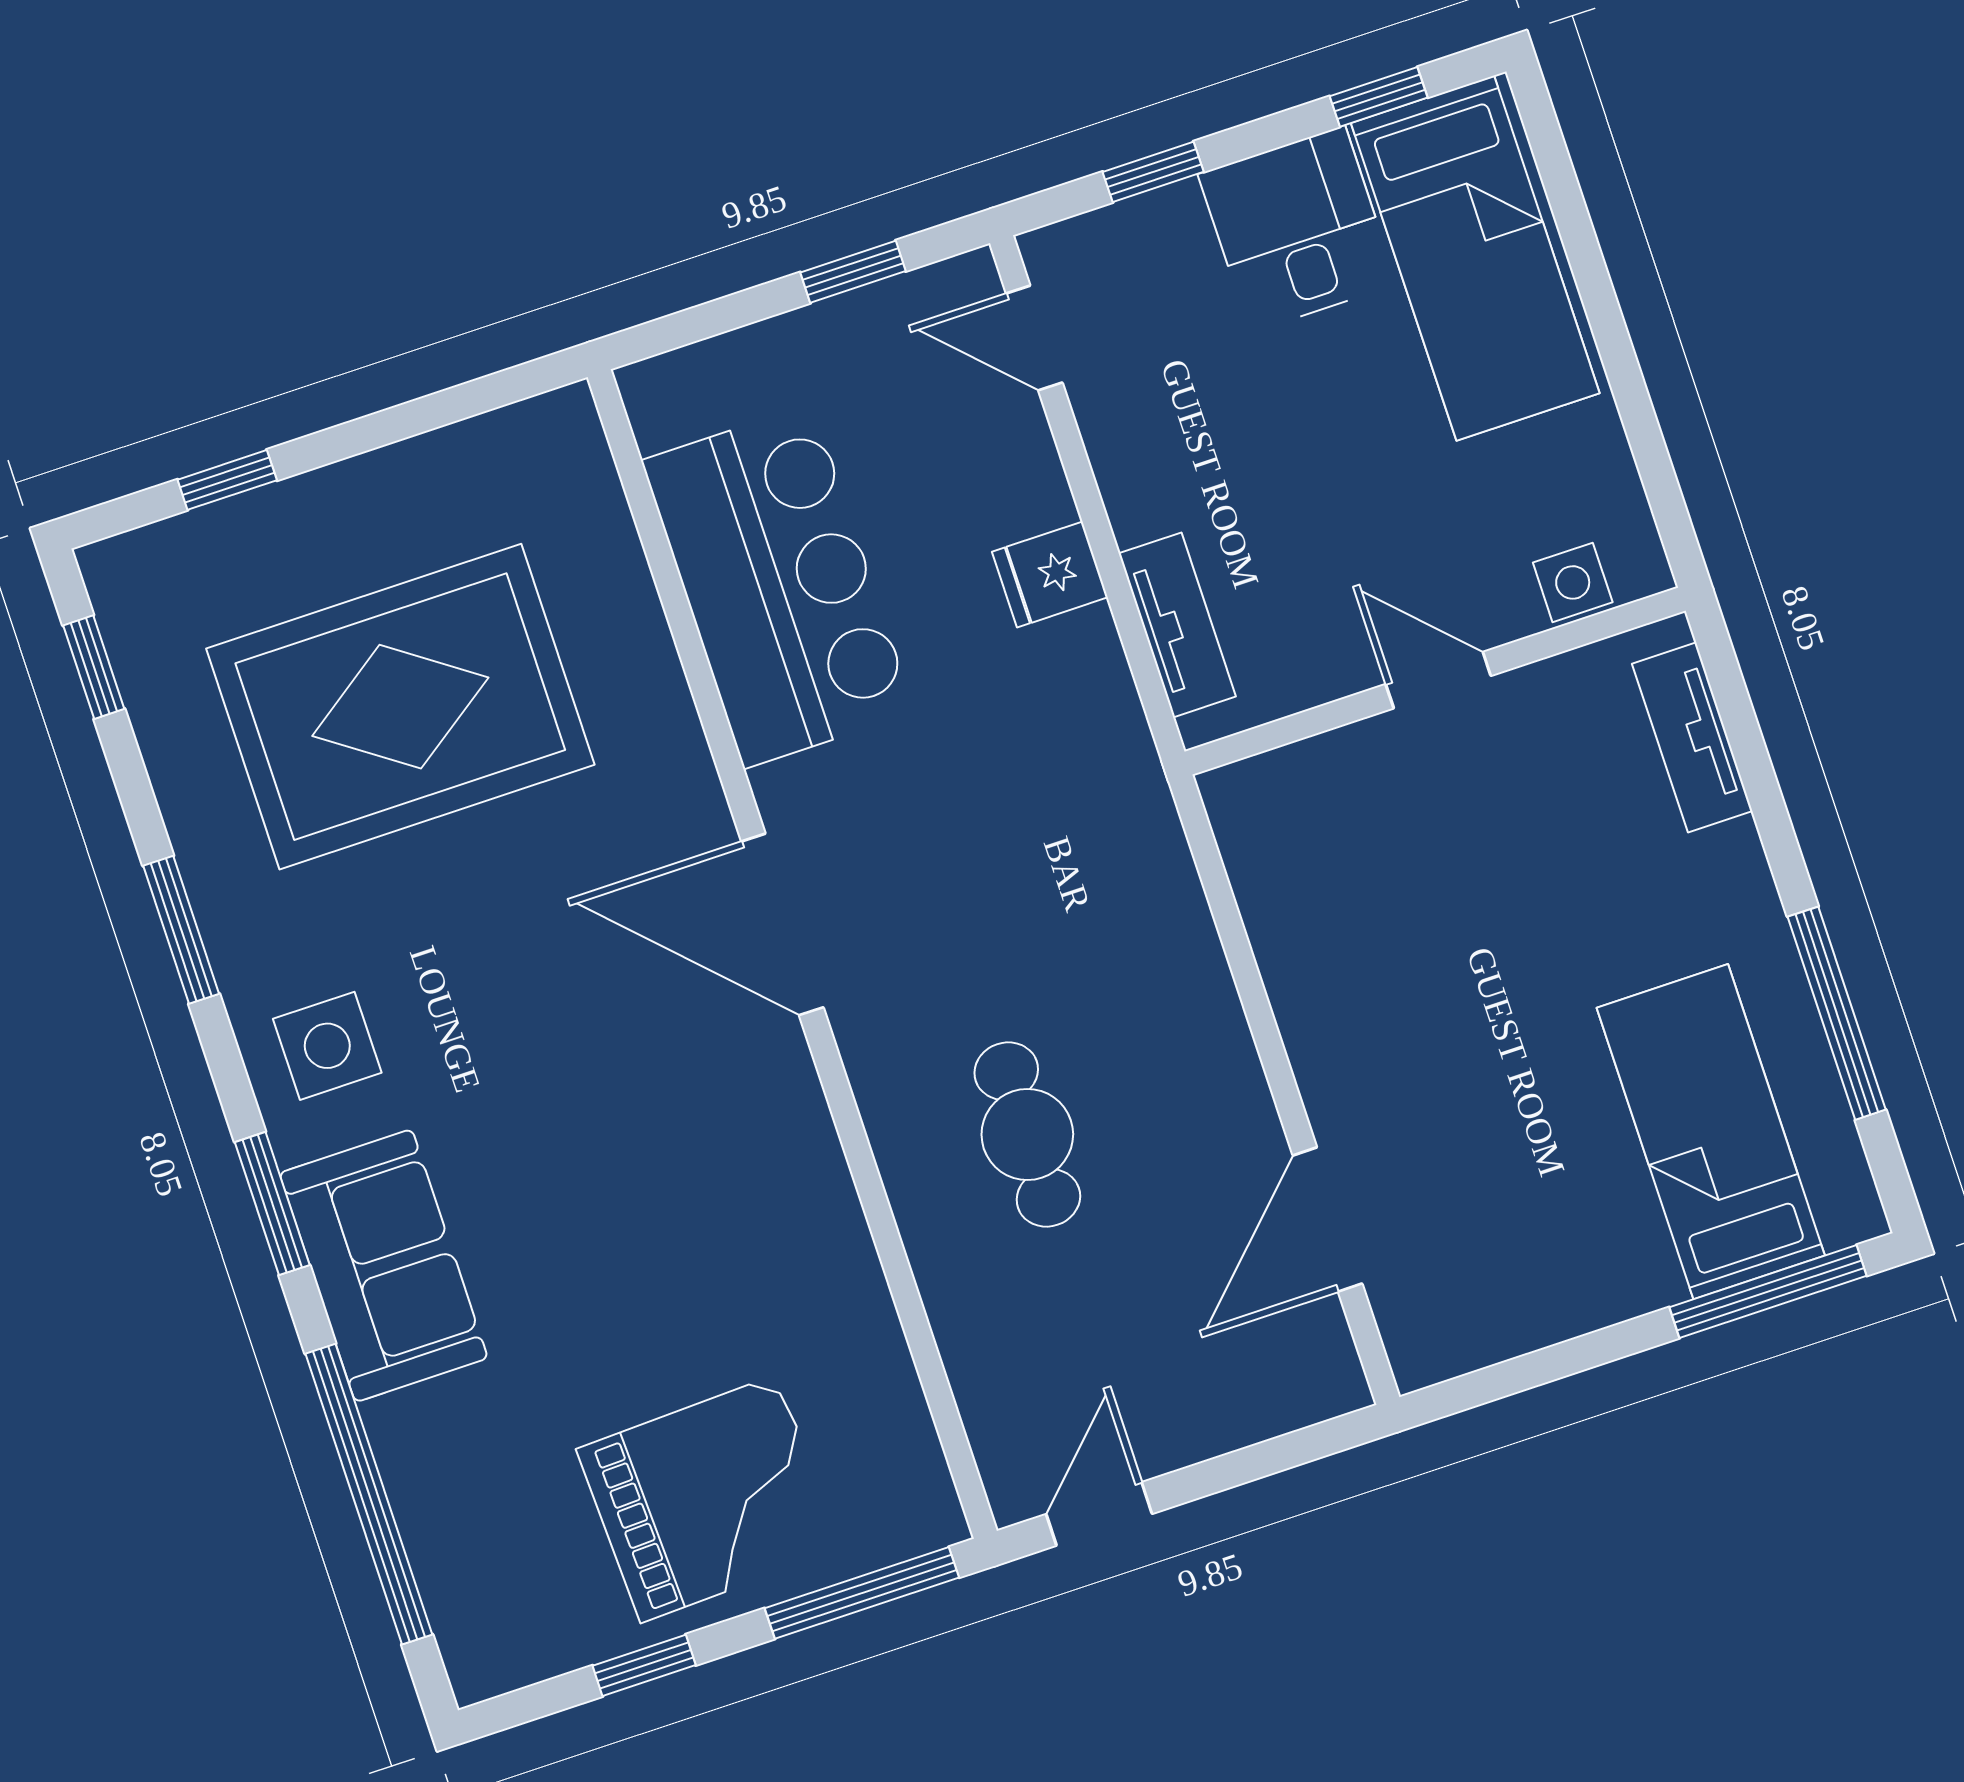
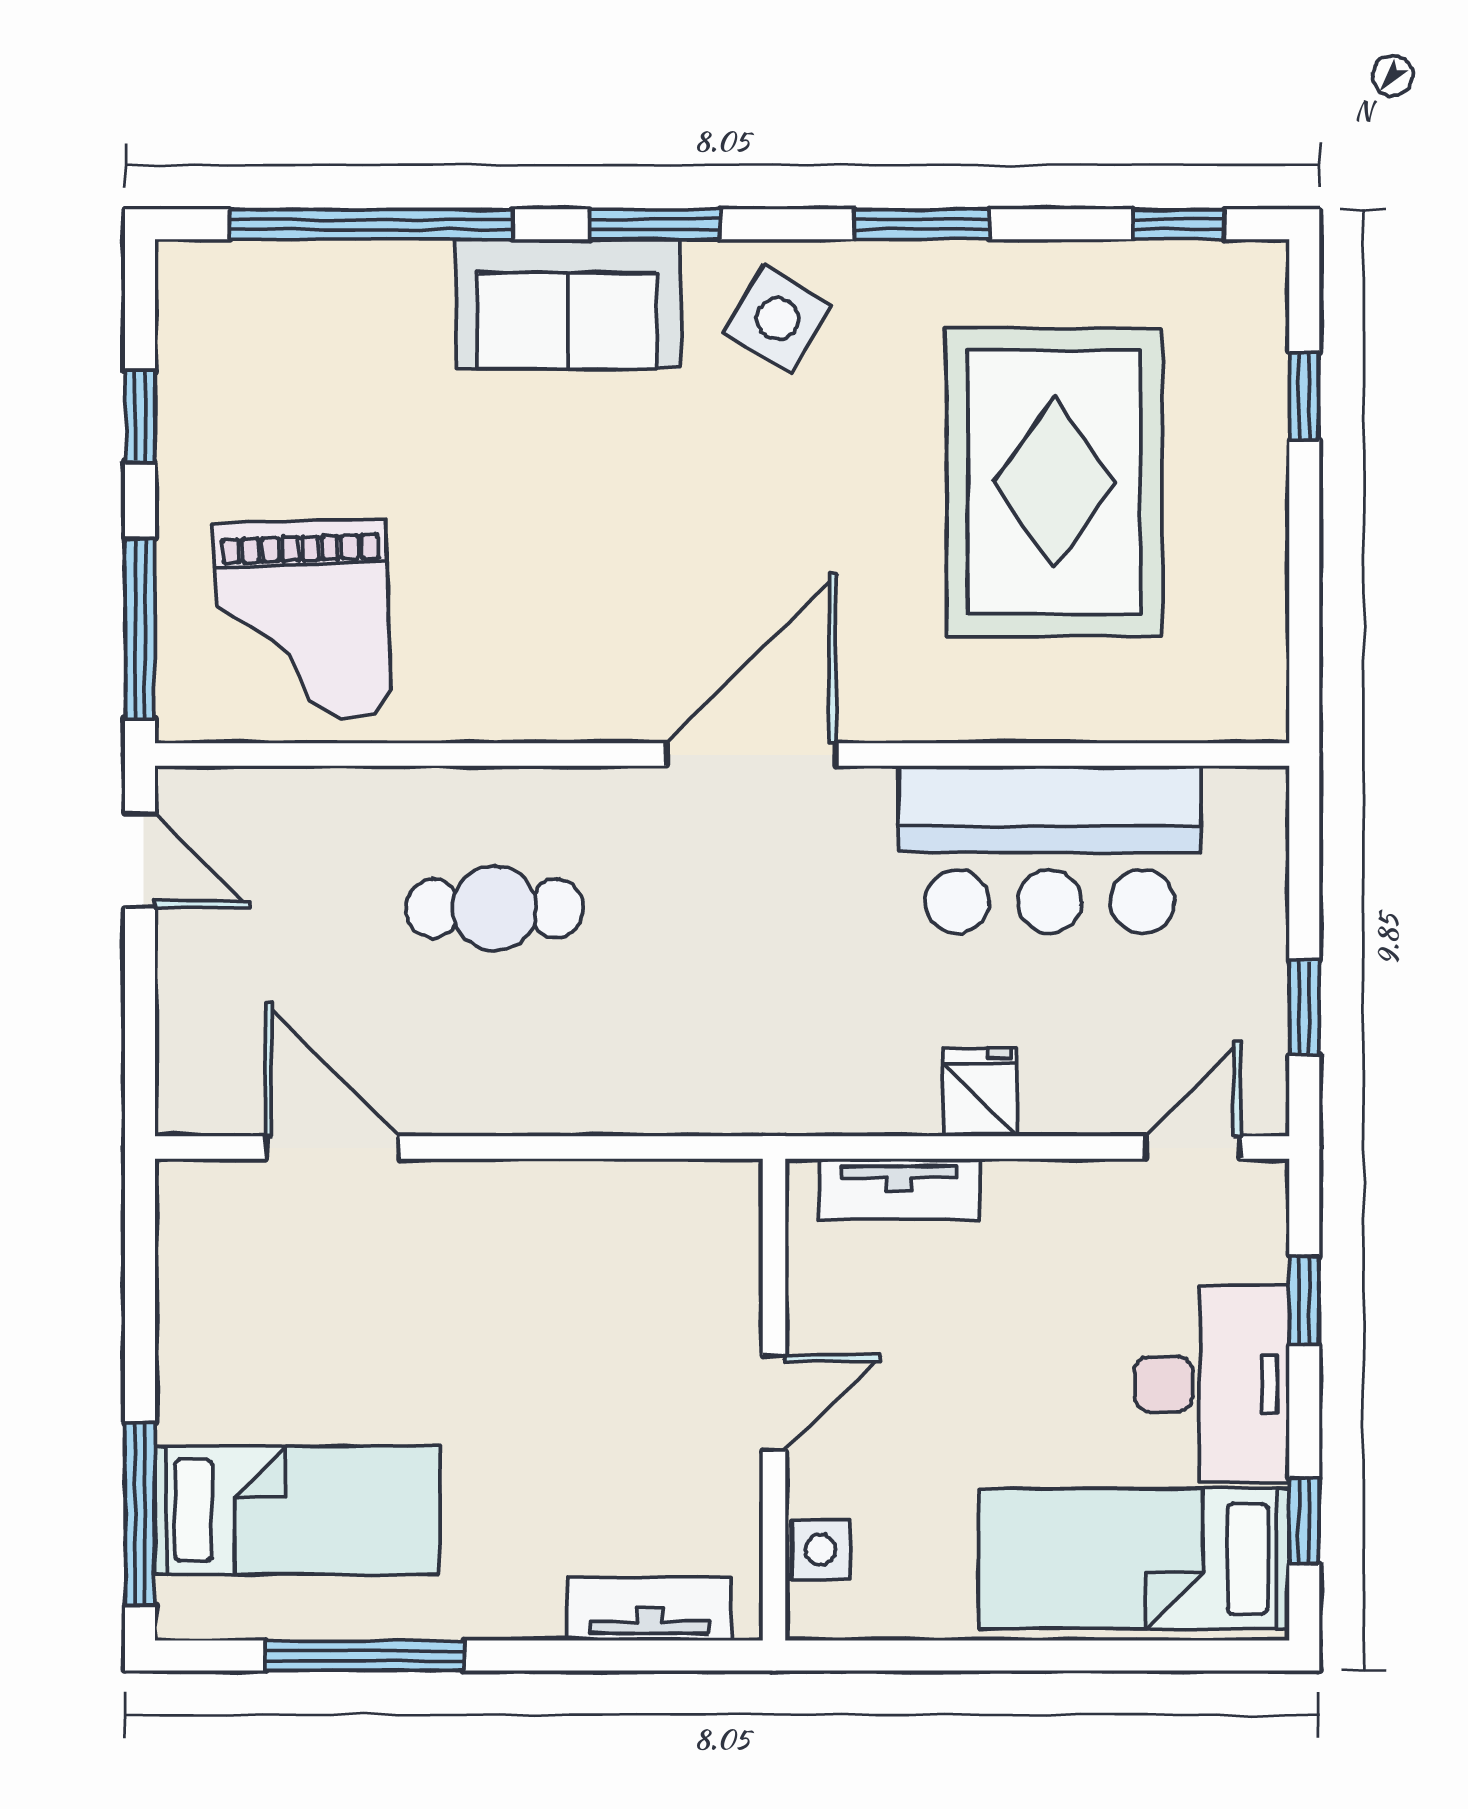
desk: (1298, 229) -> (1212, 1384), width x1.37
side table: (327, 1046) -> (777, 319), turned 31
grand piano: (709, 1499) -> (303, 620), moved

